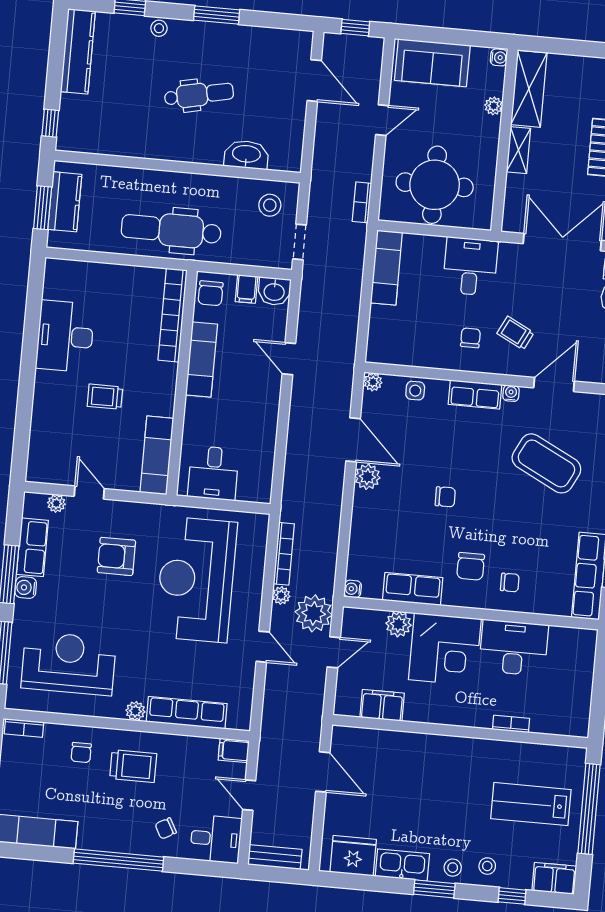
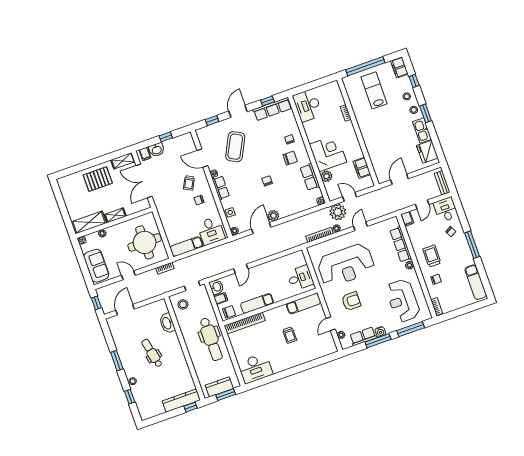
kitchen counter: (78, 51) -> (181, 401), moved
desk: (470, 266) -> (211, 231), moved, turned -90
desk: (65, 336) -> (255, 368), moved
armchair: (116, 556) -> (351, 301), turned -90
desk: (514, 648) -> (308, 105), moved
lab bench: (531, 804) -> (374, 90), turned 180
window: (118, 860) -> (472, 245), width x0.68

